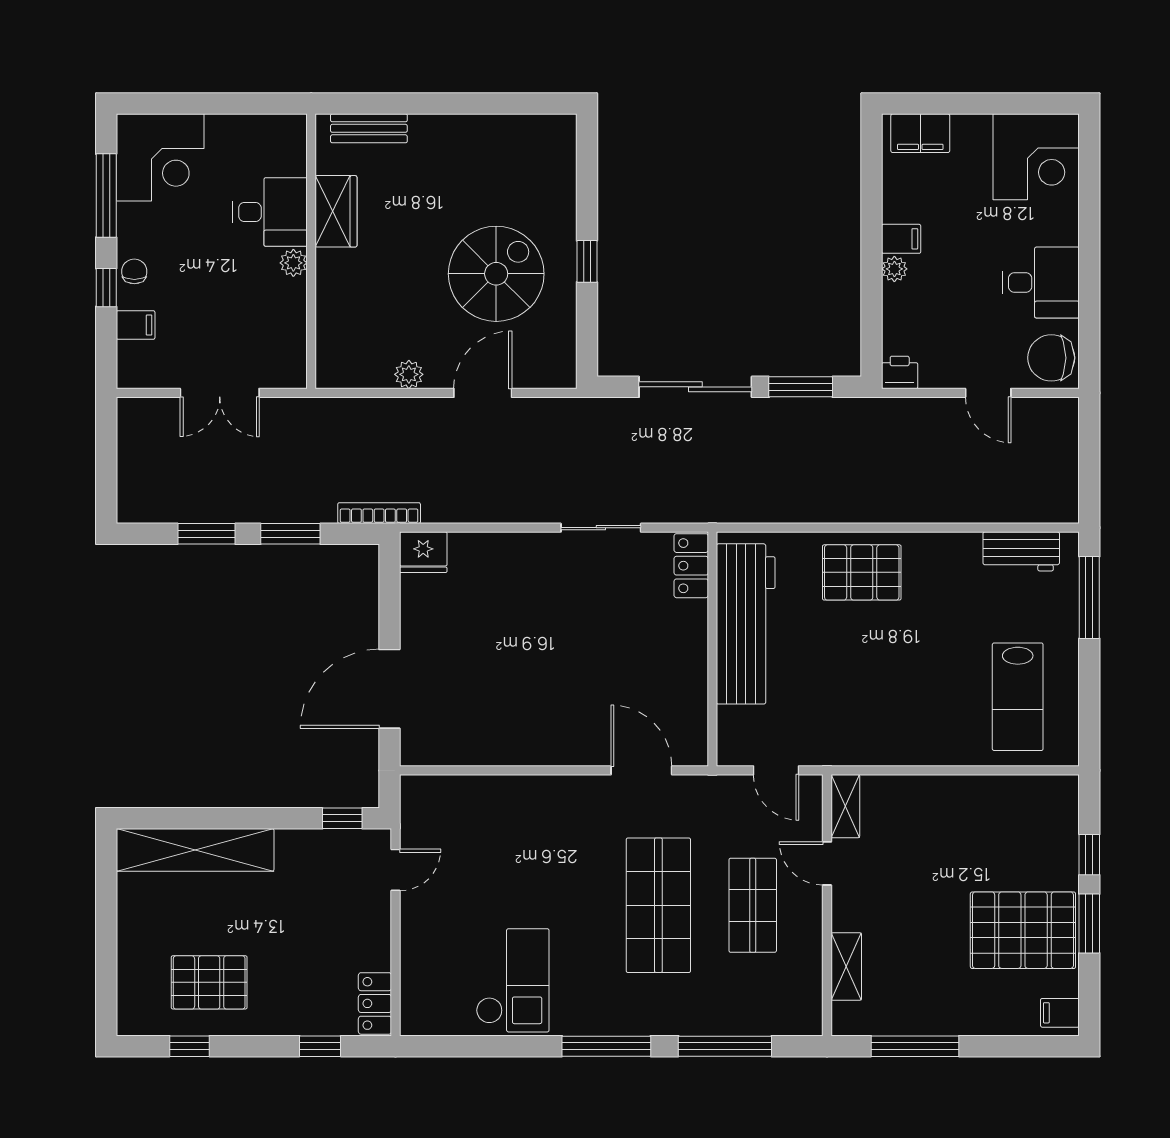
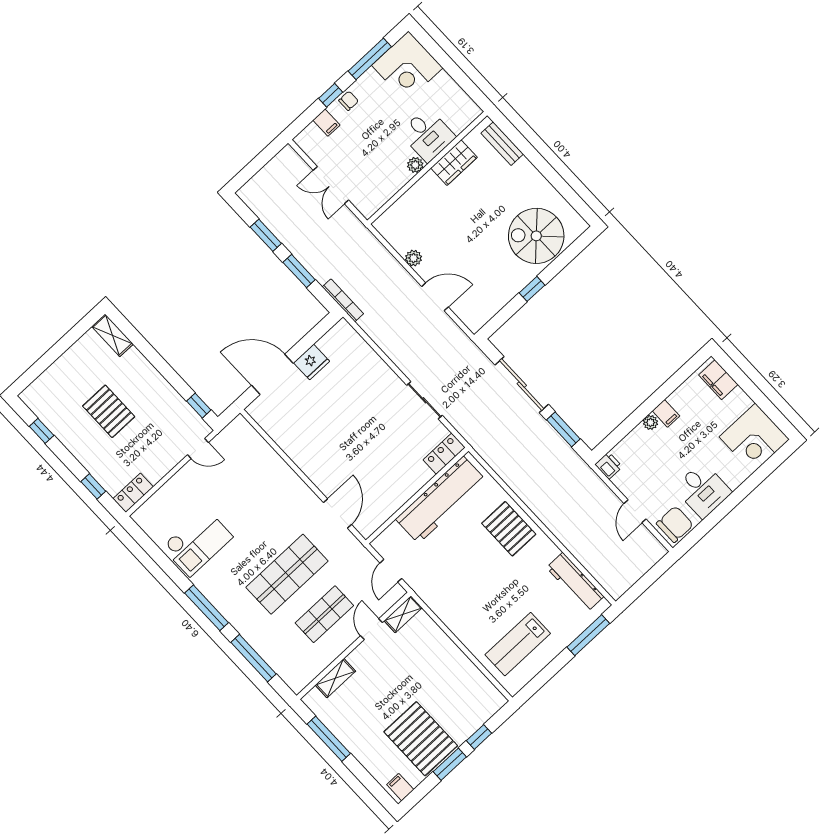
spiral stairs: (496, 274) -> (536, 236), moved, turned 180
chair: (1051, 358) -> (675, 524), turned 90
workbench: (1021, 551) -> (575, 582), width x1.38
fridge: (423, 552) -> (312, 362), moved, turned -90
shelving: (195, 850) -> (112, 335), width x0.45, depth x0.75
pallet: (209, 982) -> (109, 411), moved

